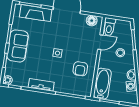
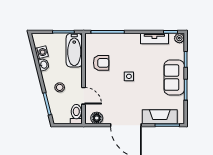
door: (100, 42) -> (84, 96), swing flipped
armchair: (80, 69) -> (101, 63), turned 90
tv unit: (41, 85) -> (154, 38), moved

